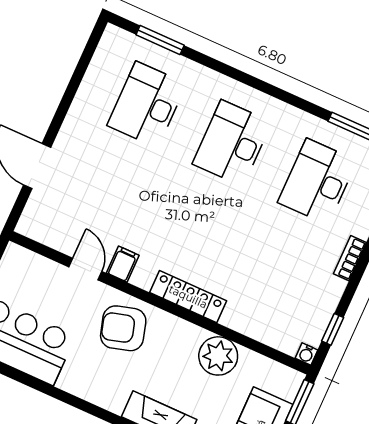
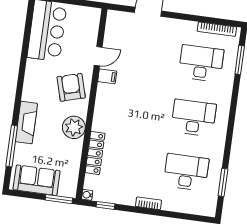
bookcase: (99, 62) -> (217, 29), added
locker: (188, 297) -> (95, 153), moved
plant: (218, 356) -> (74, 127), moved

